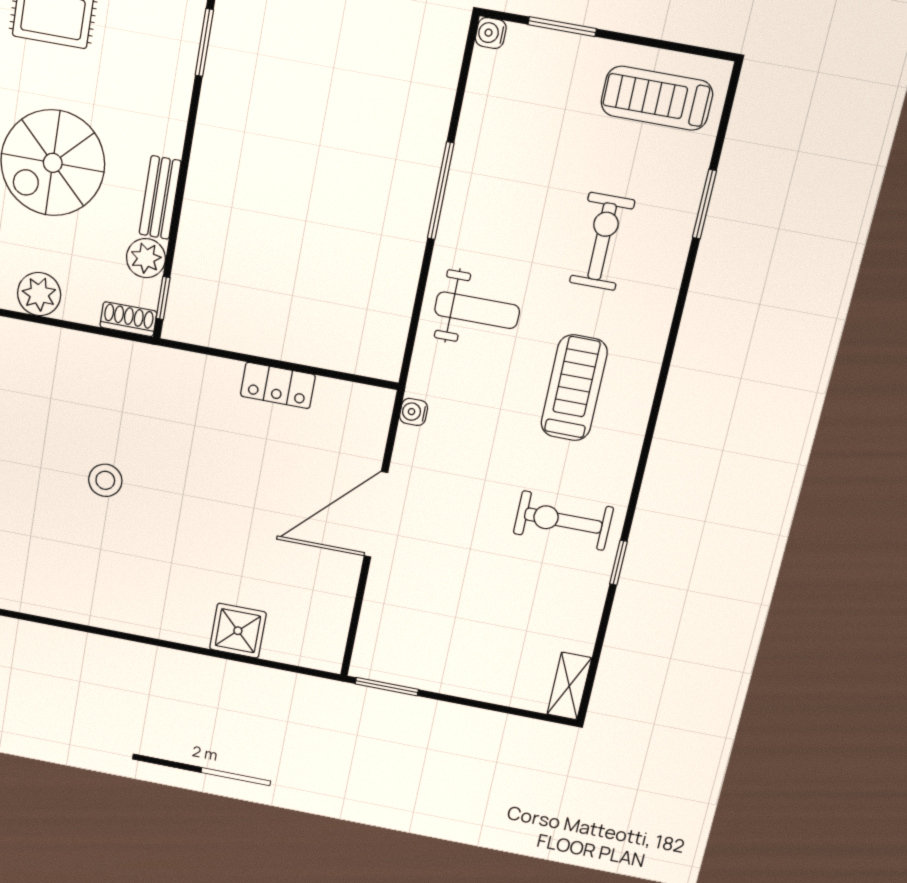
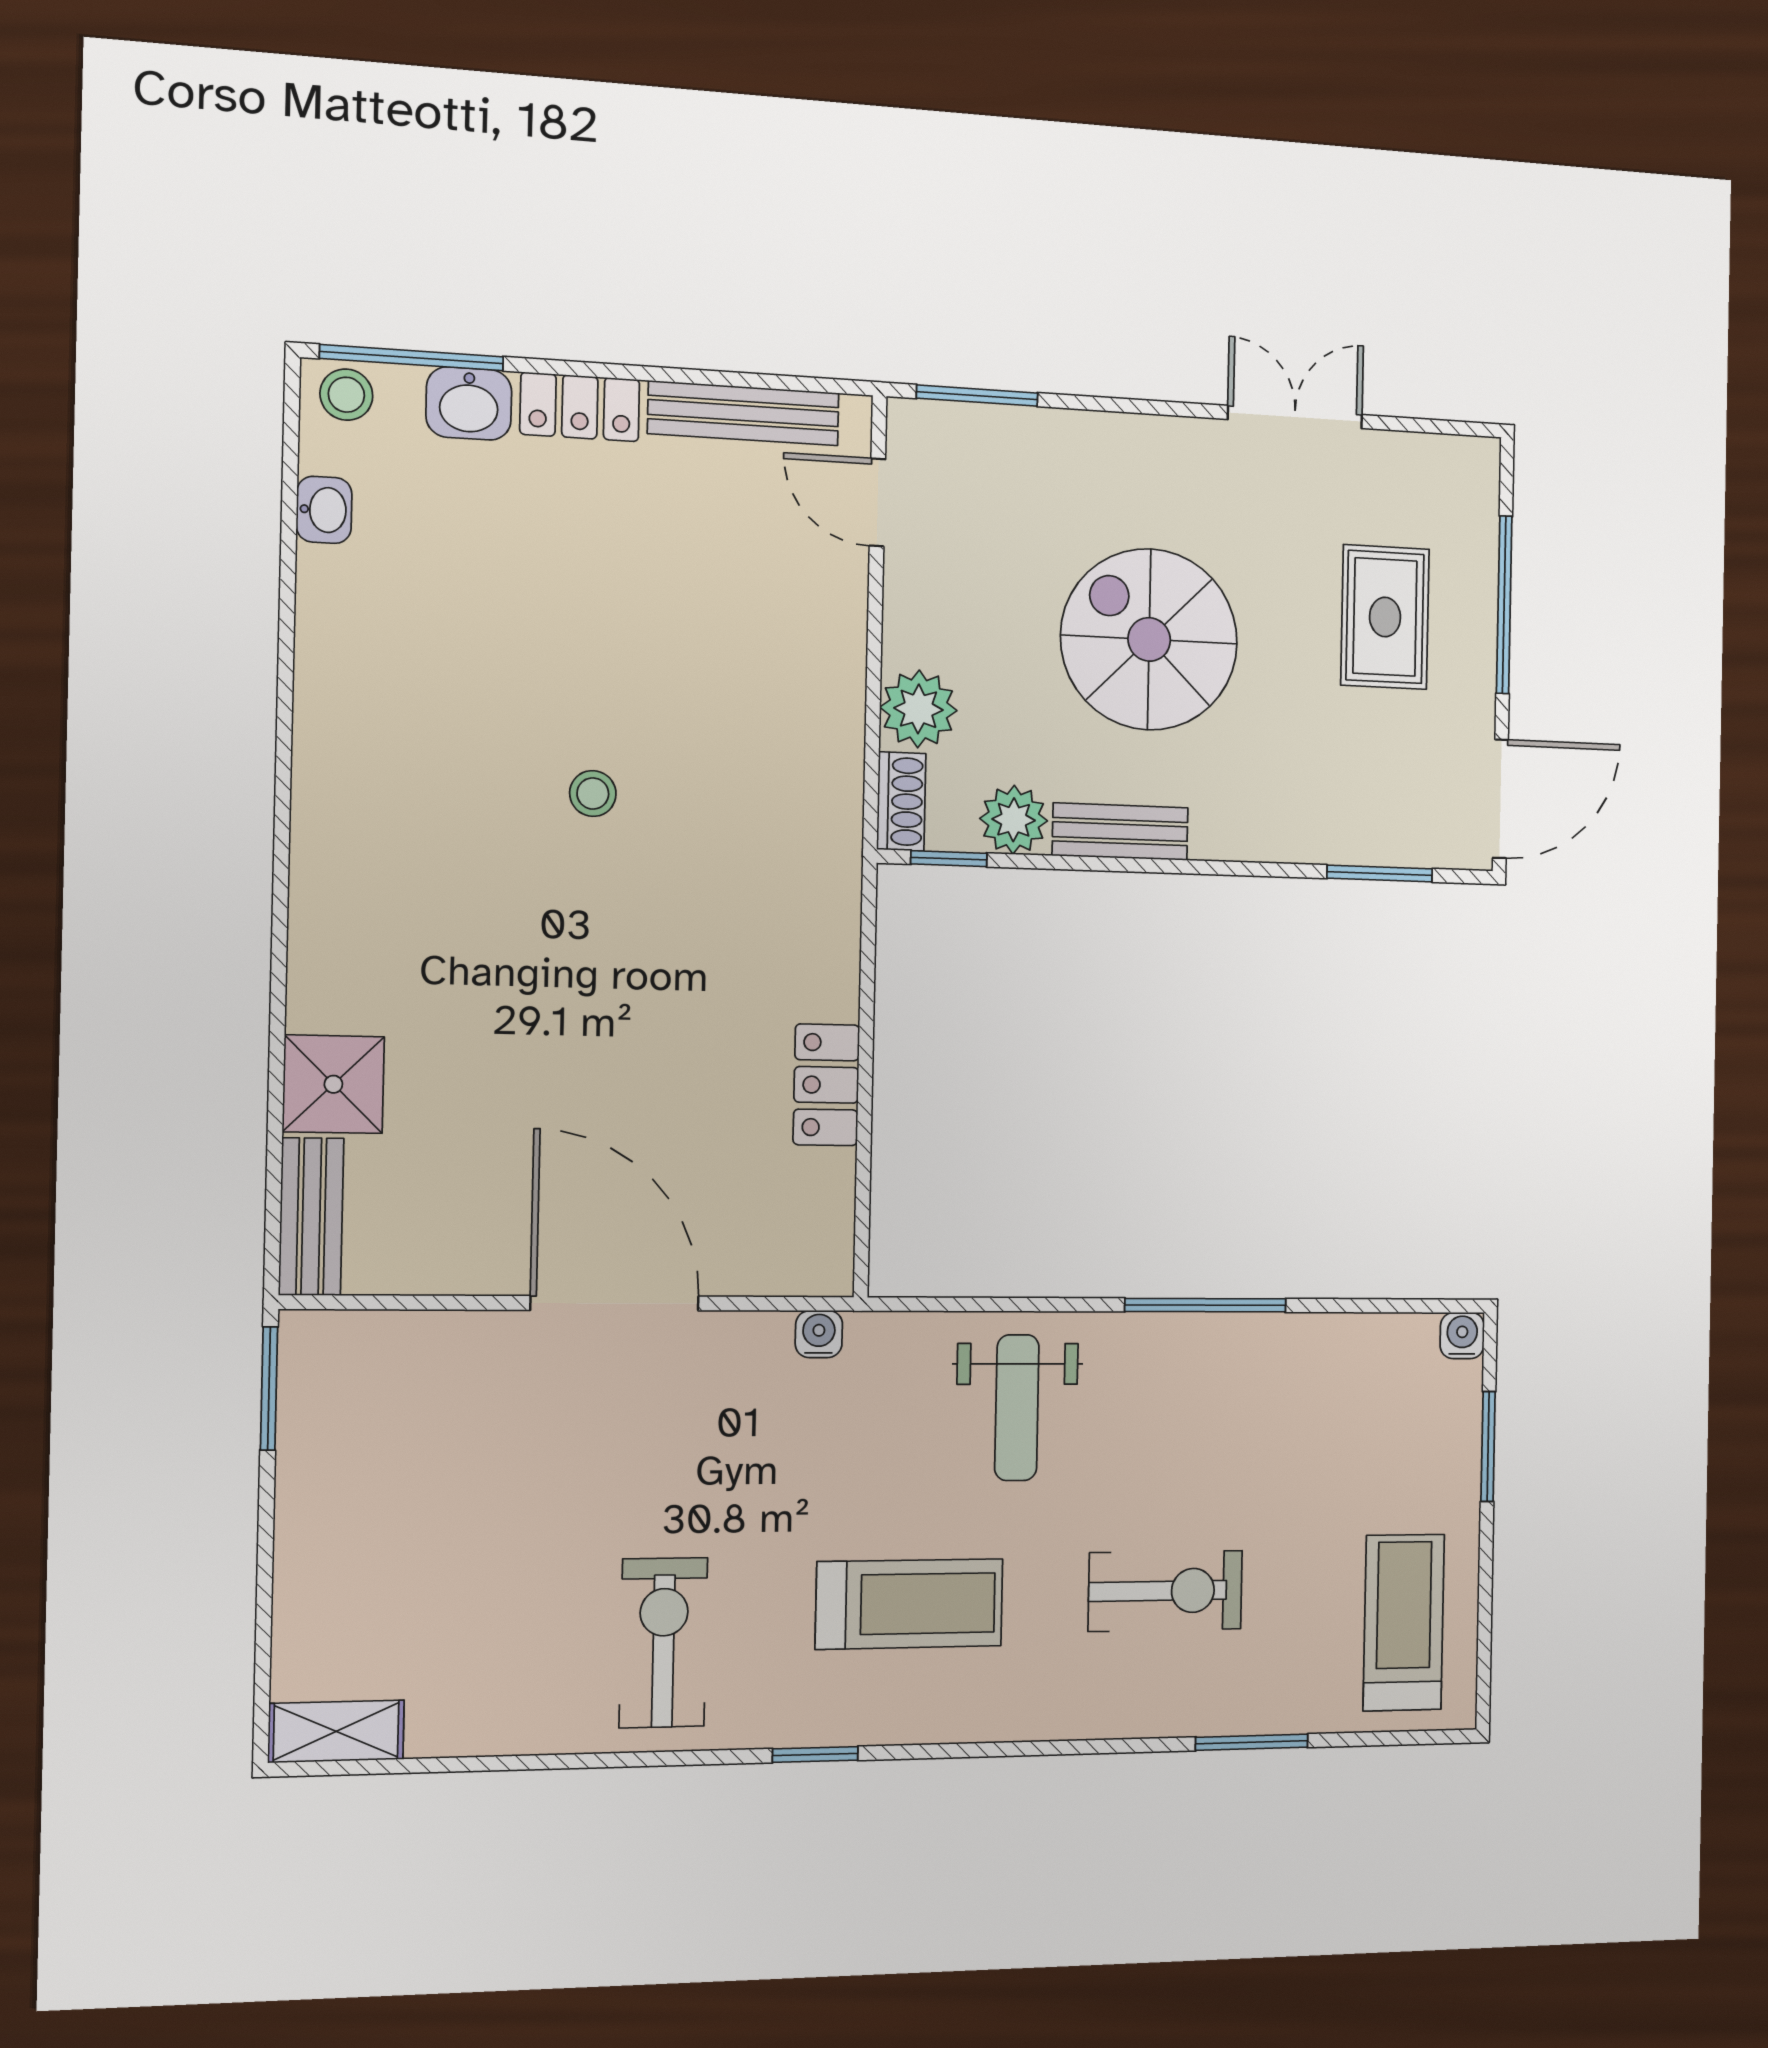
plant: (39, 294) -> (918, 709), moved
stool: (105, 480) -> (593, 794), width x0.73, depth x0.73
window: (618, 563) -> (815, 1754), moved
bench: (303, 652) -> (311, 1217), added

